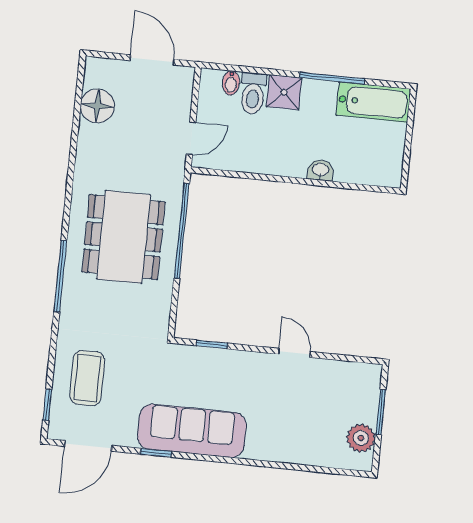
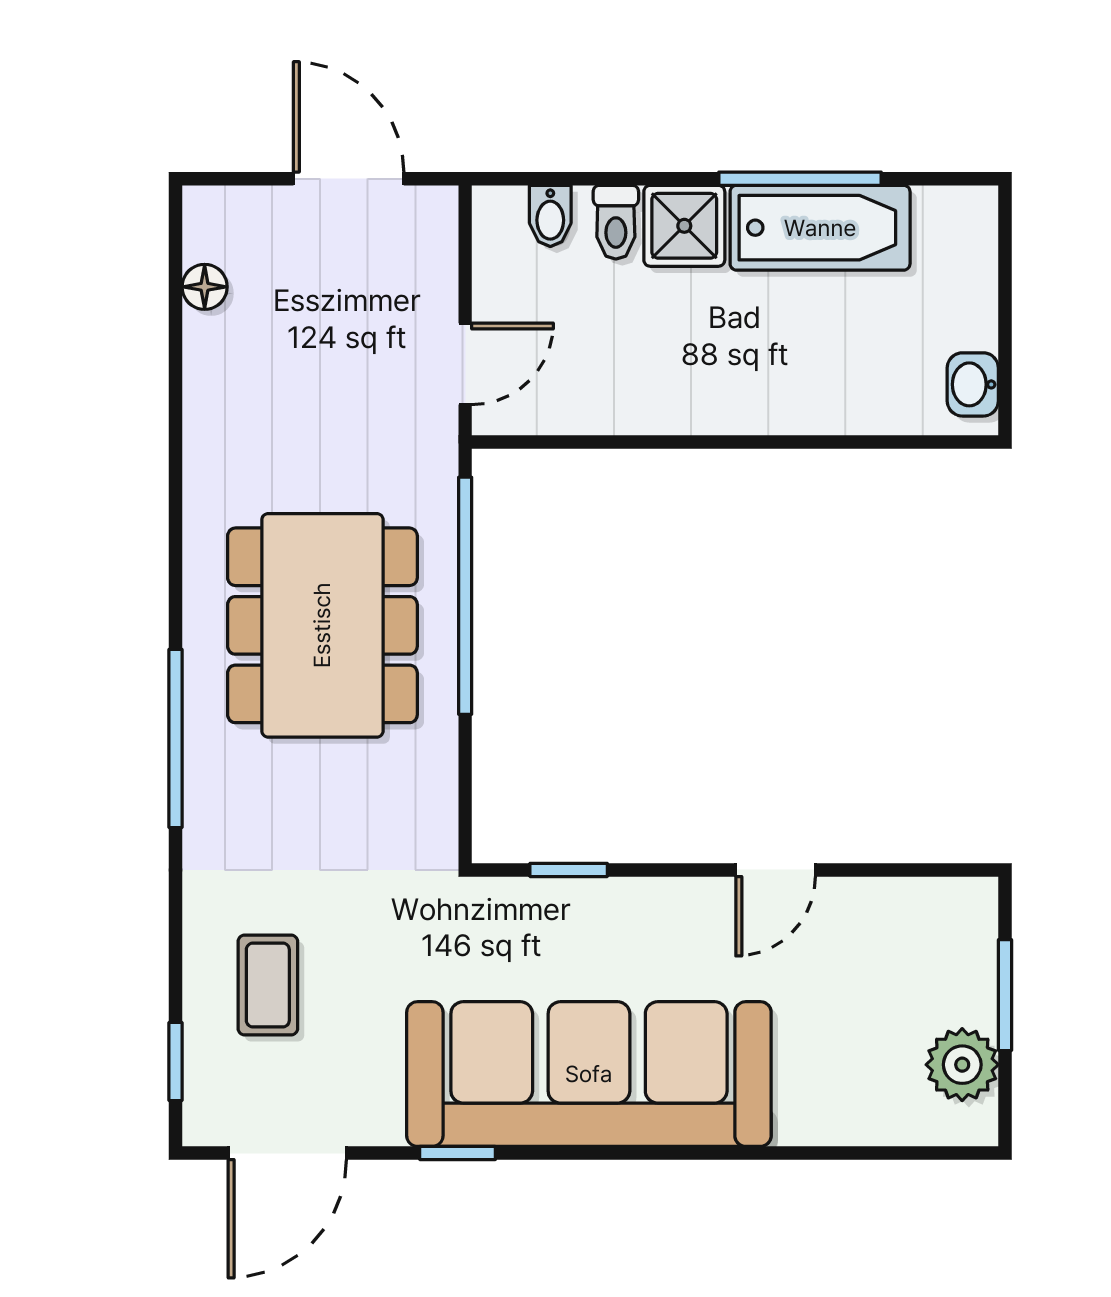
toilet: (253, 93) -> (616, 222), width x0.73, depth x0.72
bathtub: (373, 102) -> (820, 228), moved
floor lamp: (97, 106) -> (205, 287), width x0.53, depth x0.53
washbasin: (320, 170) -> (973, 384), moved, turned -90
door: (294, 353) -> (776, 870), swing flipped
coffee table: (87, 378) -> (268, 985), width x0.73, depth x0.77
sofa: (192, 431) -> (589, 1074), width x1.36, depth x1.27

